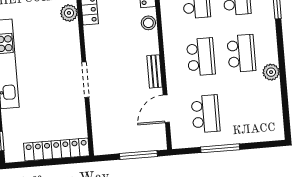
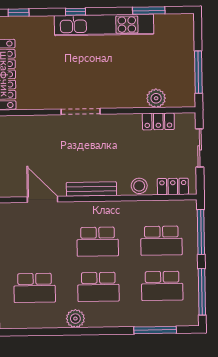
bench: (155, 71) -> (91, 189), width x1.36
school desk: (206, 114) -> (35, 288), moved

